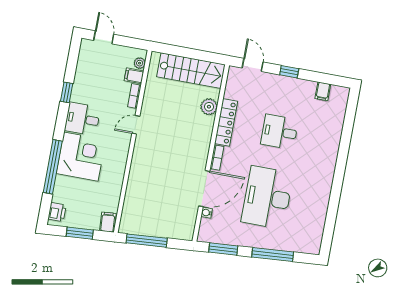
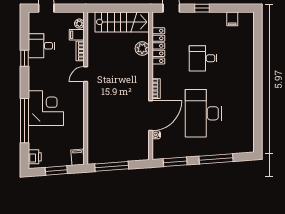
desk: (82, 119) -> (41, 46), moved
locker: (226, 122) -> (158, 46), moved

